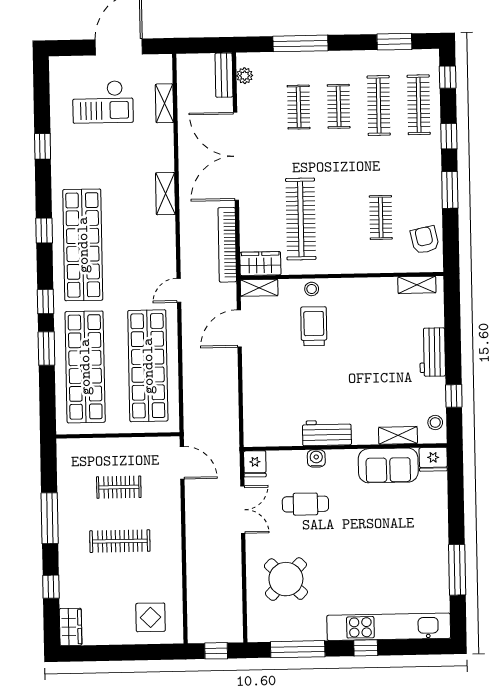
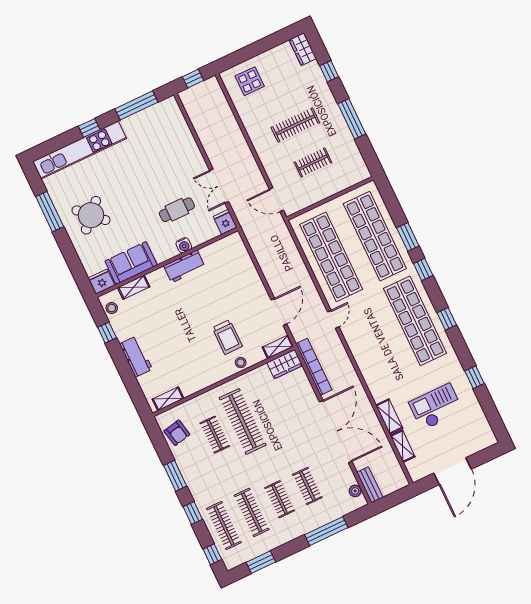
checkout: (103, 102) -> (436, 407), moved
shelving: (165, 194) -> (389, 417), moved
clothes rail: (301, 219) -> (243, 421), moved
round table: (286, 579) -> (91, 215), moved

